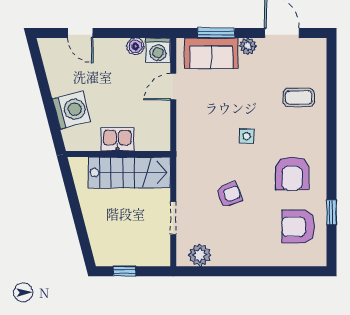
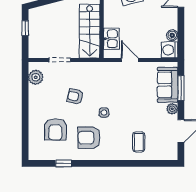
door: (173, 87) -> (130, 60), moved
side table: (247, 136) -> (104, 113), moved
kitchen sink: (117, 139) -> (111, 39), moved
armchair: (229, 195) -> (75, 97), turned 121
armchair: (298, 227) -> (55, 129), moved, turned 180

